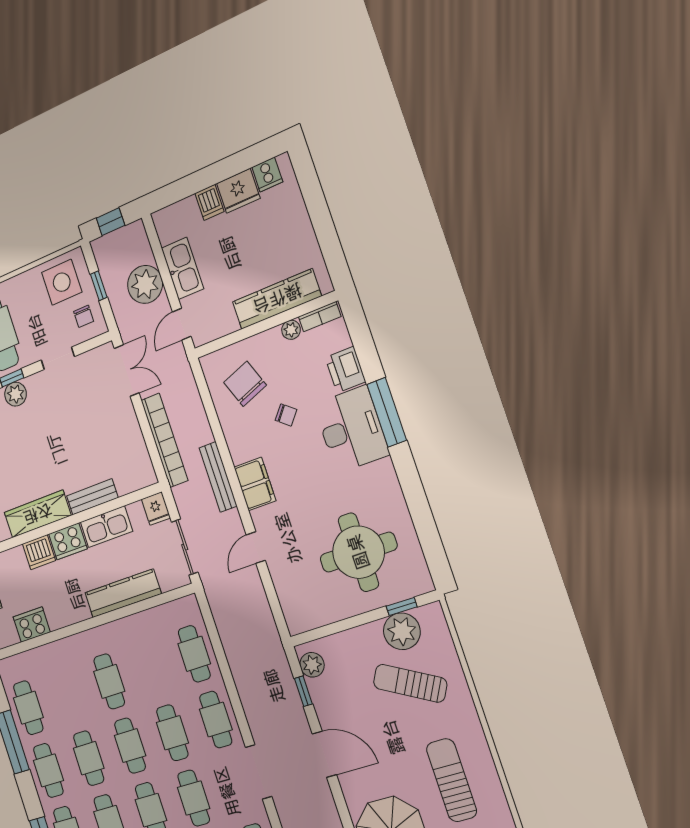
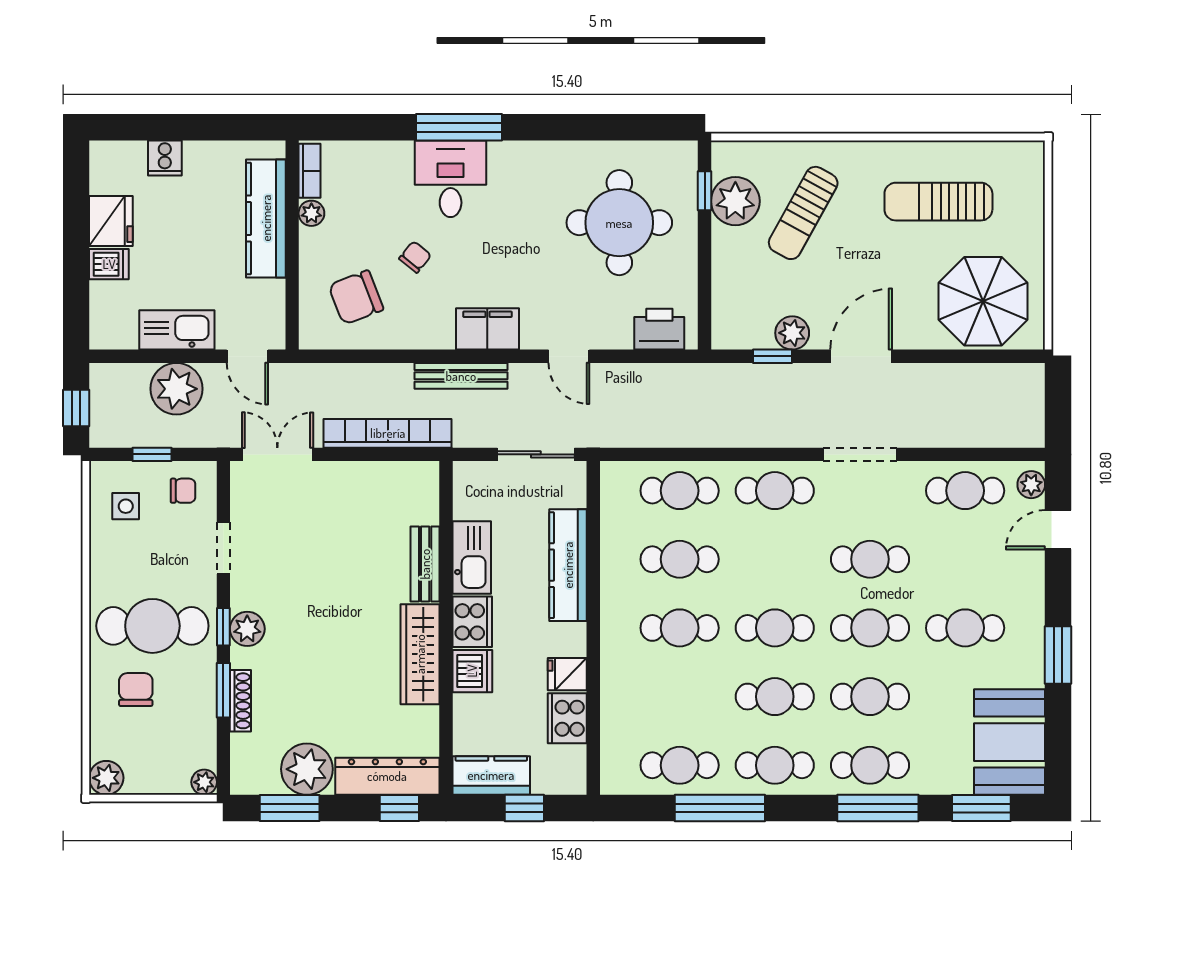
cooker: (267, 175) -> (165, 158), moved, turned 90
side table: (62, 282) -> (126, 506), width x0.54, depth x0.54
printer: (345, 370) -> (659, 329), moved, turned 180
desk: (351, 429) -> (451, 179), width x0.73
fridge: (156, 508) -> (567, 674), moved, turned 180
plant: (312, 665) -> (792, 333), moved
cafe table: (172, 733) -> (680, 559), moved

